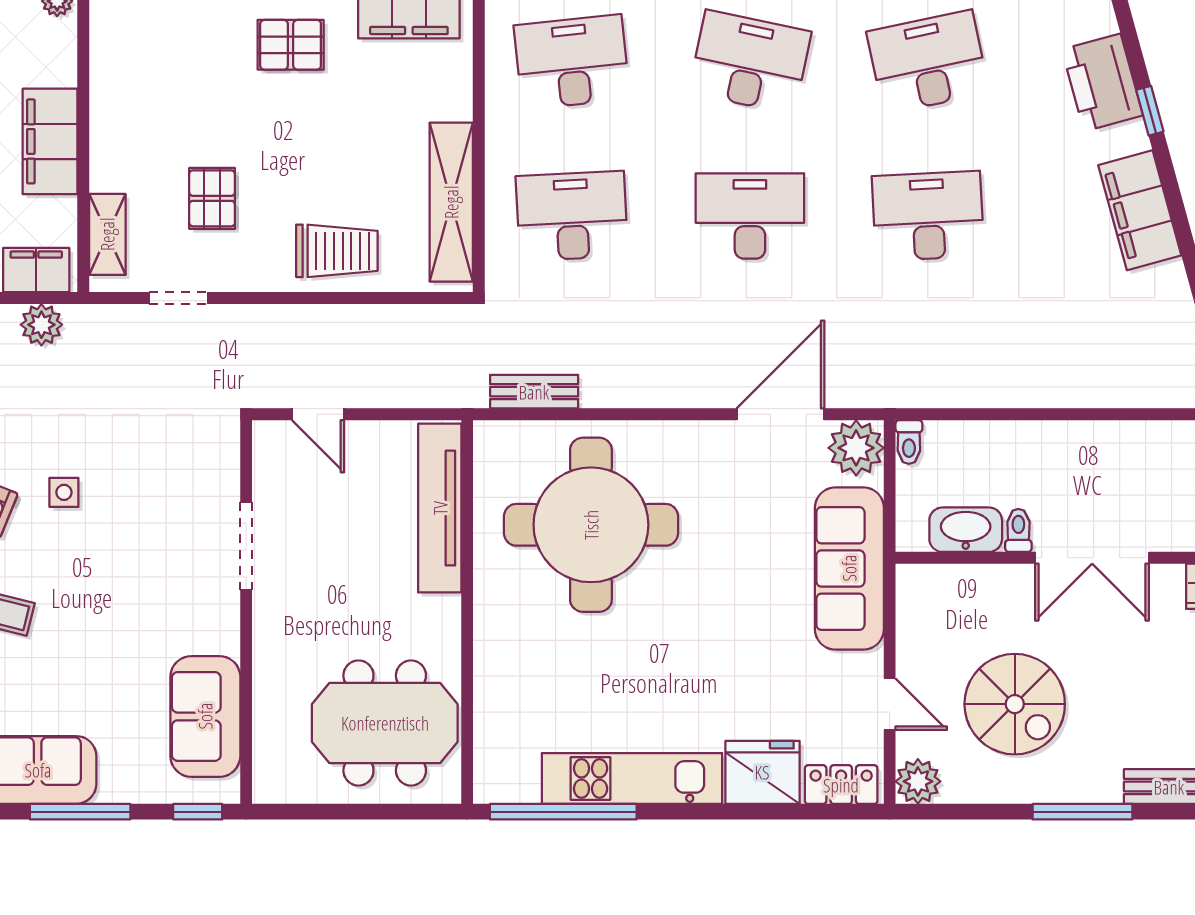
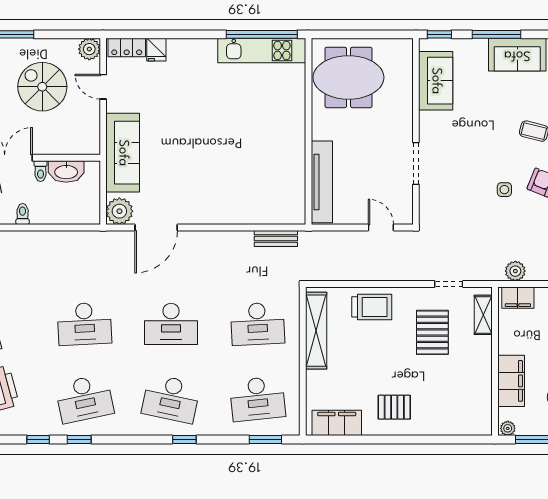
filing cabinet: (50, 141) -> (511, 381), moved
pallet: (212, 198) -> (432, 332), width x1.50, depth x1.42
trolley: (337, 251) -> (372, 307), turned 180
toilet: (909, 442) -> (23, 214), moved
round table: (591, 525) -> (248, 174), removed
fridge: (762, 772) -> (156, 50), width x0.53, depth x0.75
kitchen unit: (632, 779) -> (262, 51), moved

